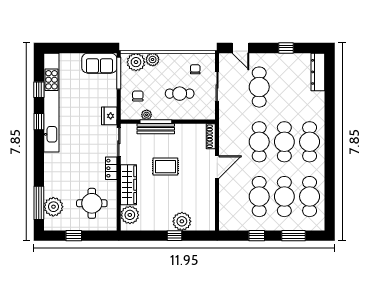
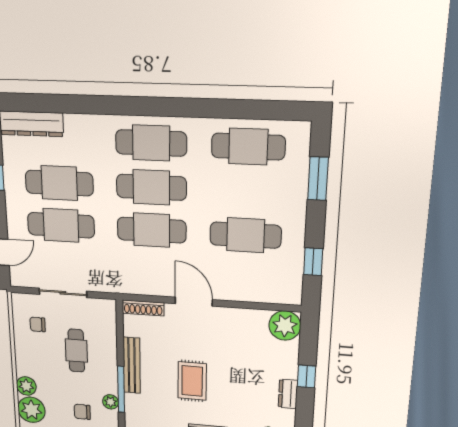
bench: (156, 129) -> (132, 365), moved
cafe table: (284, 197) -> (59, 183), moved
plant: (182, 221) -> (285, 326), moved
dresser: (162, 225) -> (288, 394), added
window: (257, 236) -> (313, 262), moved

